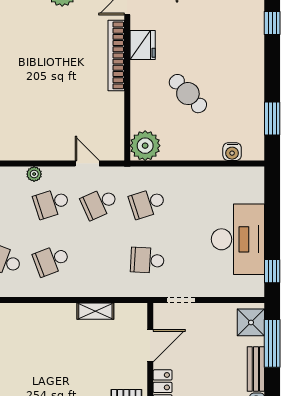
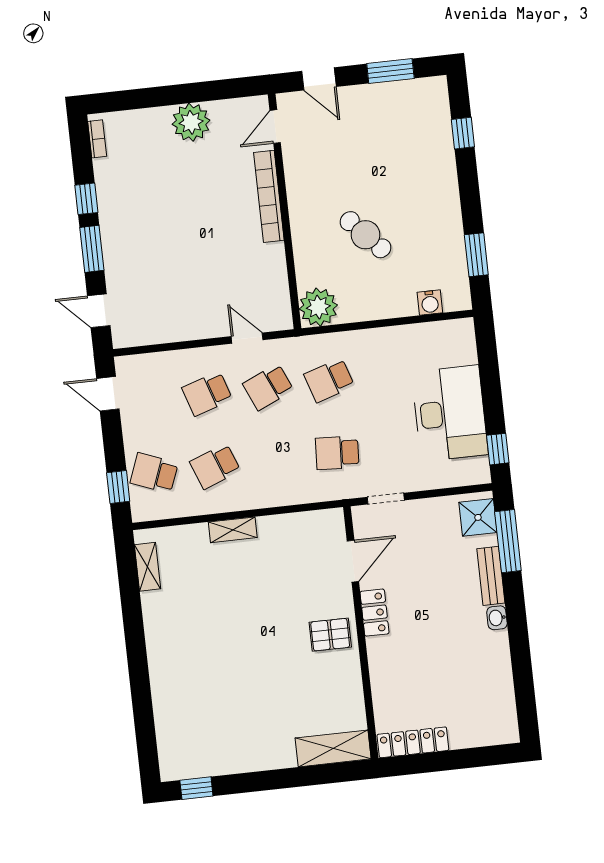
fridge: (143, 45) -> (301, 179), removed
plant: (34, 174) -> (181, 359), removed
shelving: (95, 311) -> (233, 530), moved

